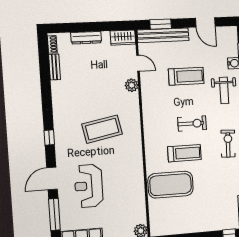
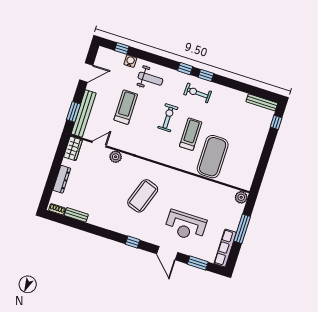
coffee table: (102, 129) -> (143, 196), turned 30
window: (54, 214) -> (198, 263), width x0.69

